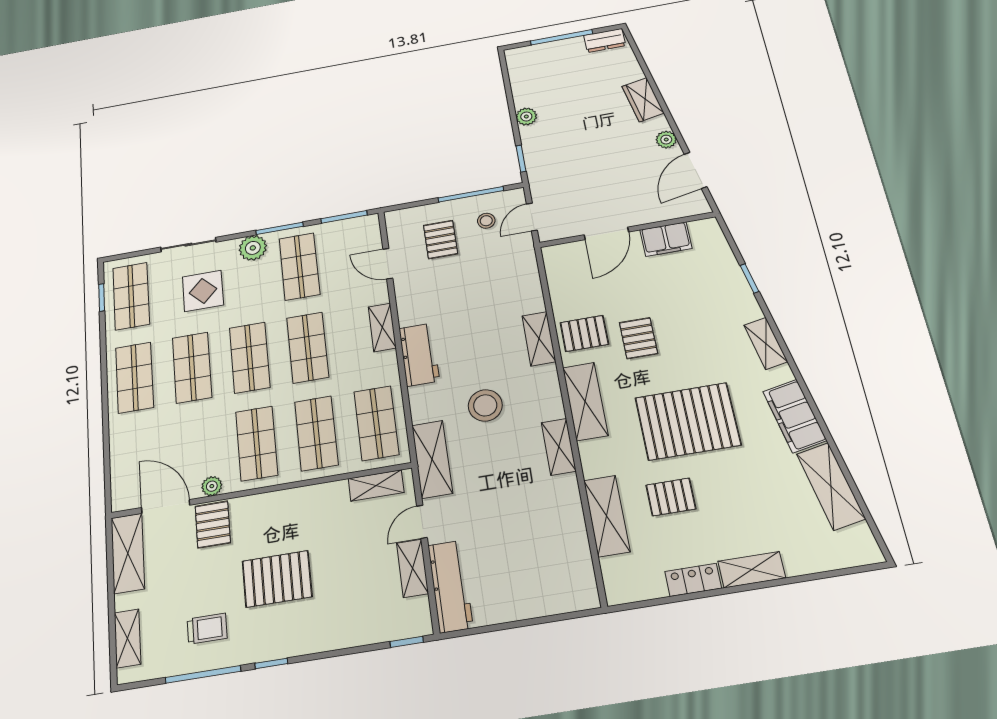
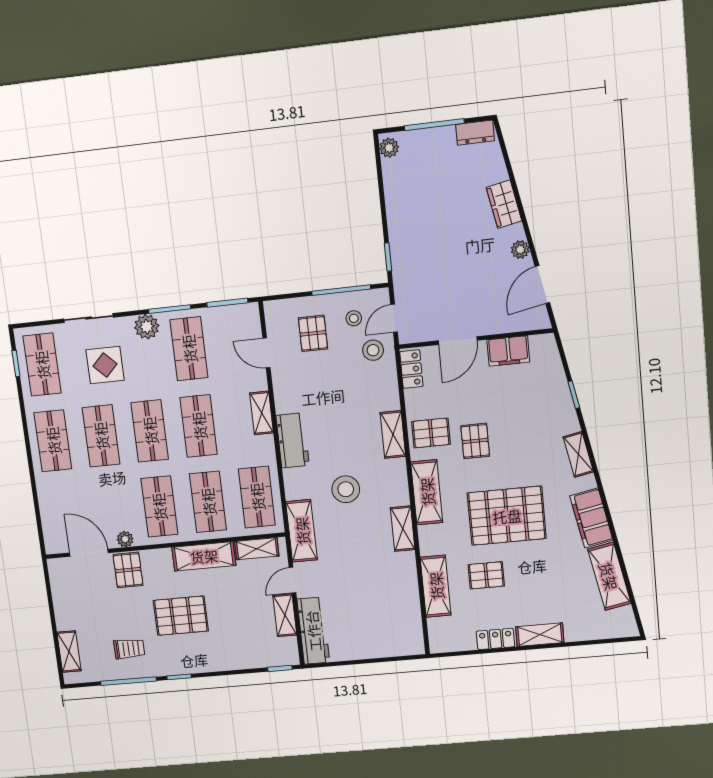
plant: (526, 117) -> (389, 148), moved
stool: (510, 251) -> (373, 350), added
locker: (556, 267) -> (411, 369), added
shelving: (128, 553) -> (204, 556), moved, turned 90

